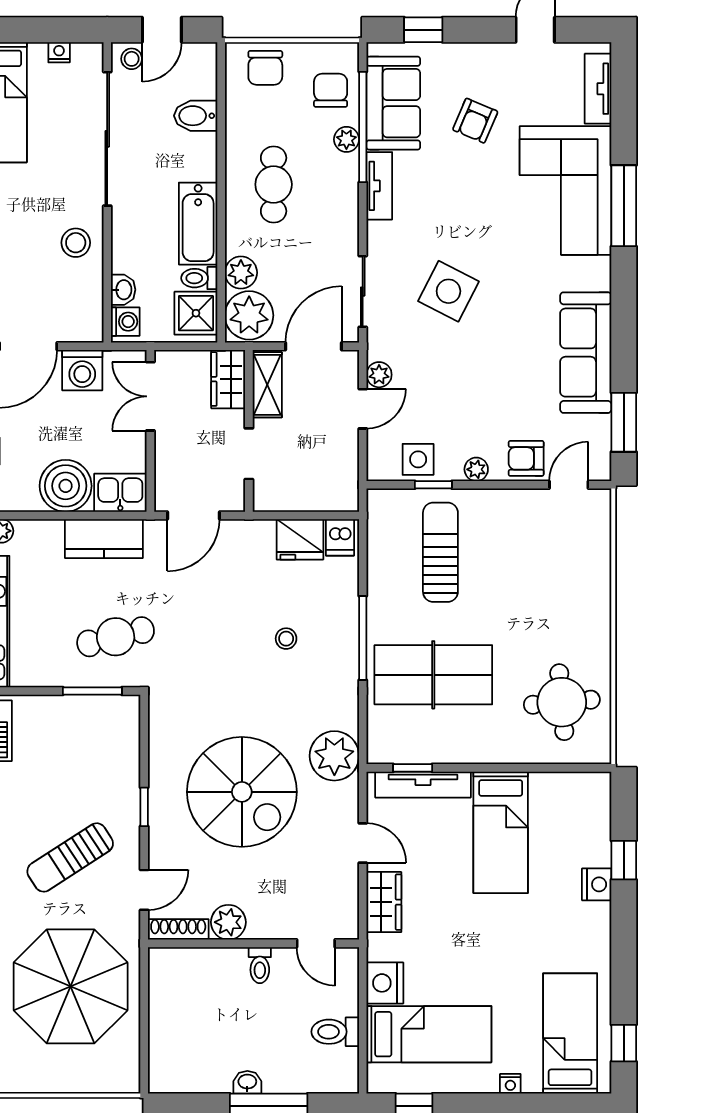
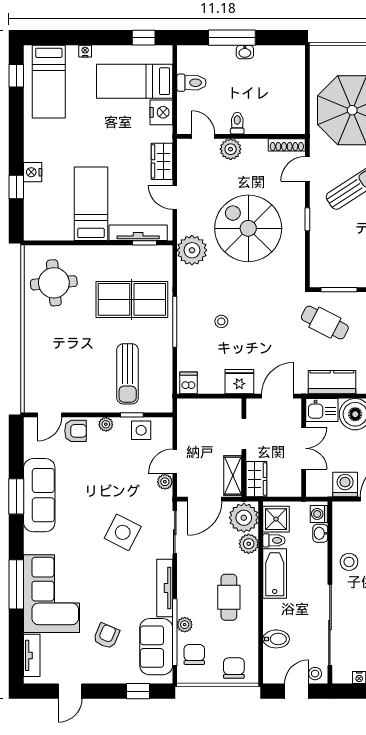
chair: (331, 90) -> (194, 654), turned 180
tv unit: (379, 186) -> (165, 588), width x1.41
double door: (150, 396) -> (304, 448), moved
window: (624, 422) -> (16, 496), moved
fridge: (300, 539) -> (239, 382), moved
cafe table: (116, 637) -> (325, 323), turned 41
plant: (228, 922) -> (231, 149), moved

